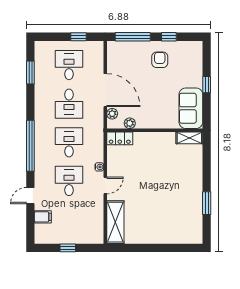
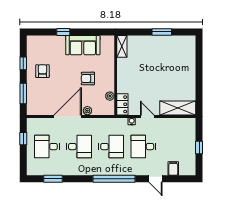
window: (133, 37) -> (23, 94), width x0.69
armchair: (160, 60) -> (42, 71), turned 90
armchair: (151, 114) -> (88, 78), added
plant: (130, 123) -> (110, 96), moved
wall: (155, 130) -> (116, 75), moved
locker: (120, 138) -> (122, 104), moved
shelving: (189, 138) -> (122, 46), moved
desk: (69, 142) -> (111, 147), turned 180

